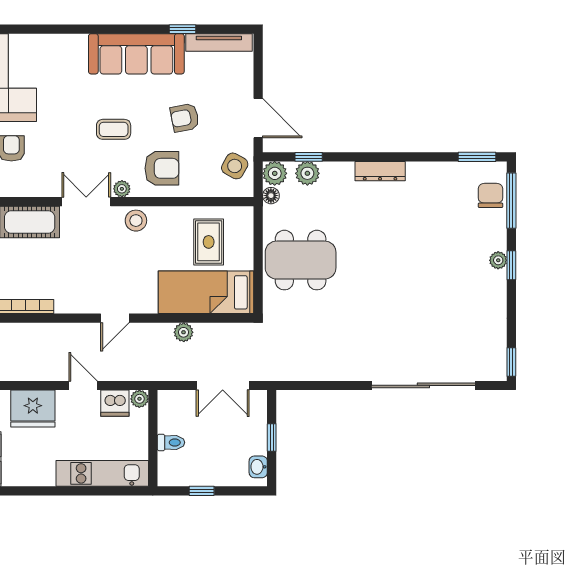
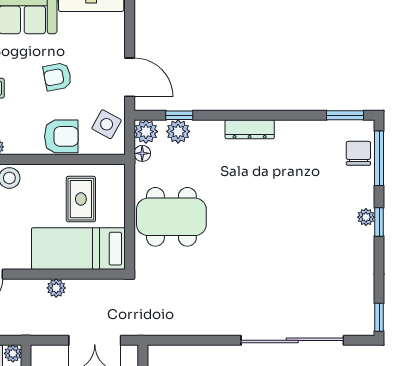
armchair: (162, 168) -> (61, 136), moved

